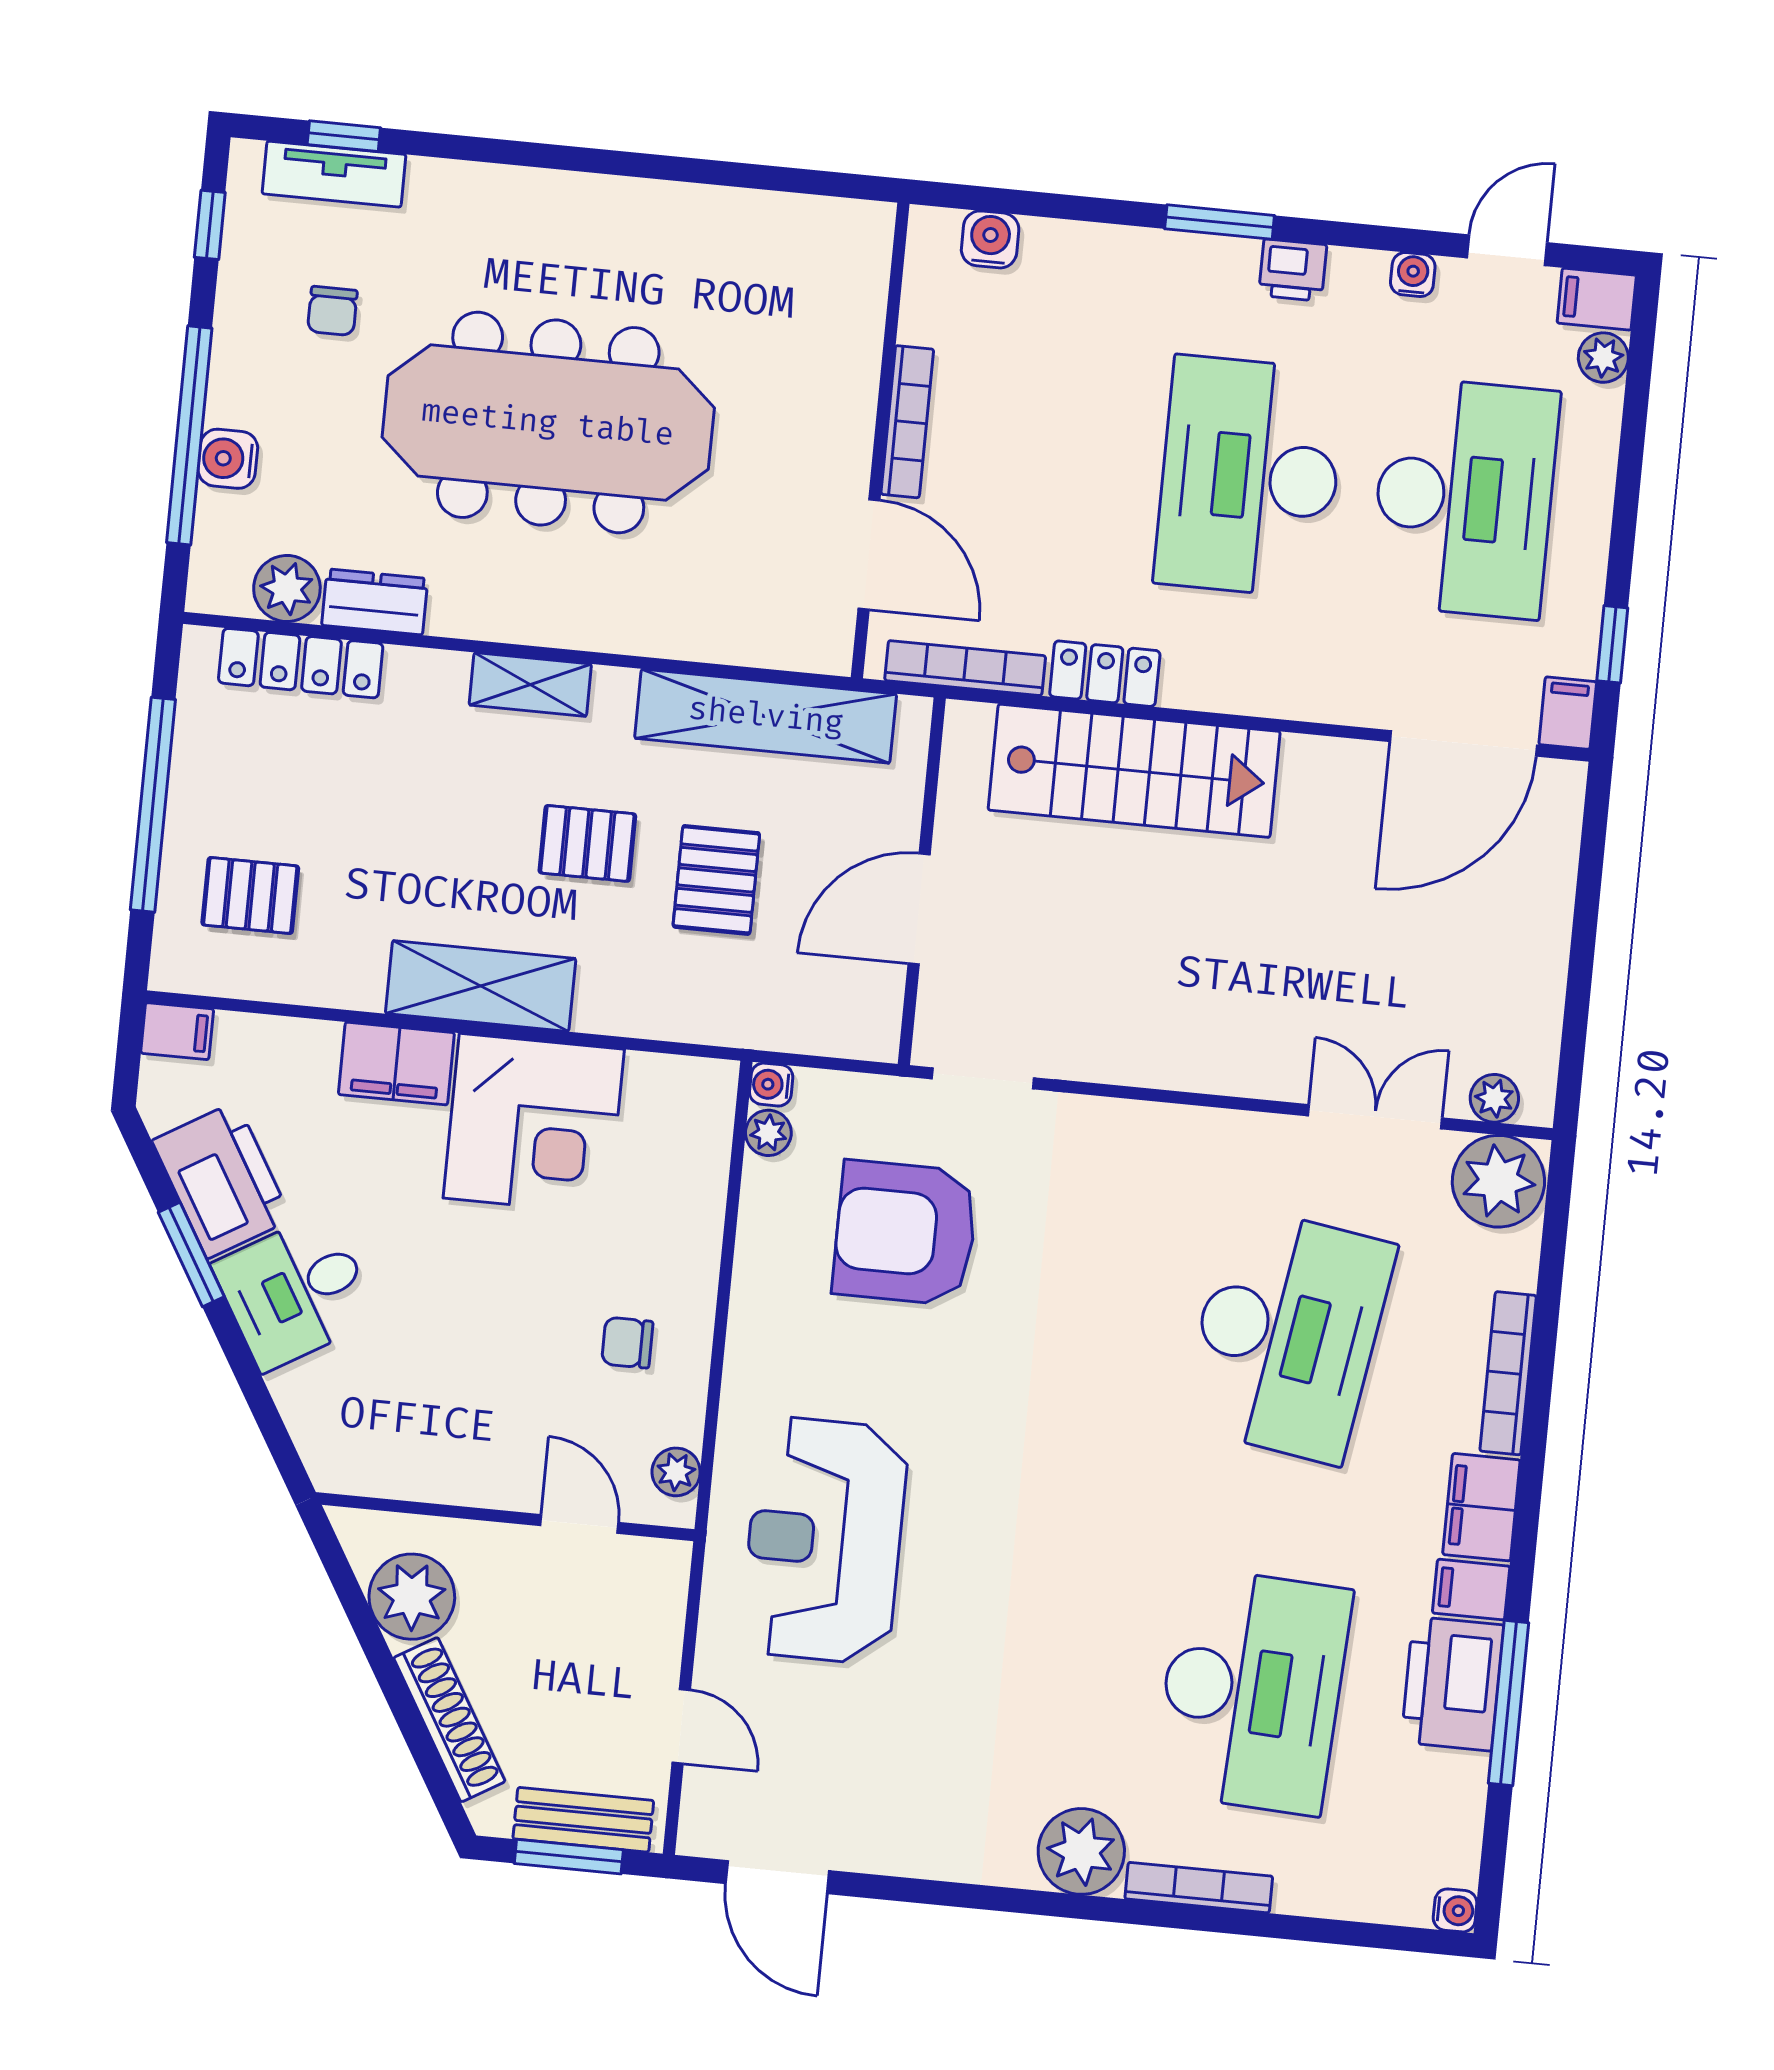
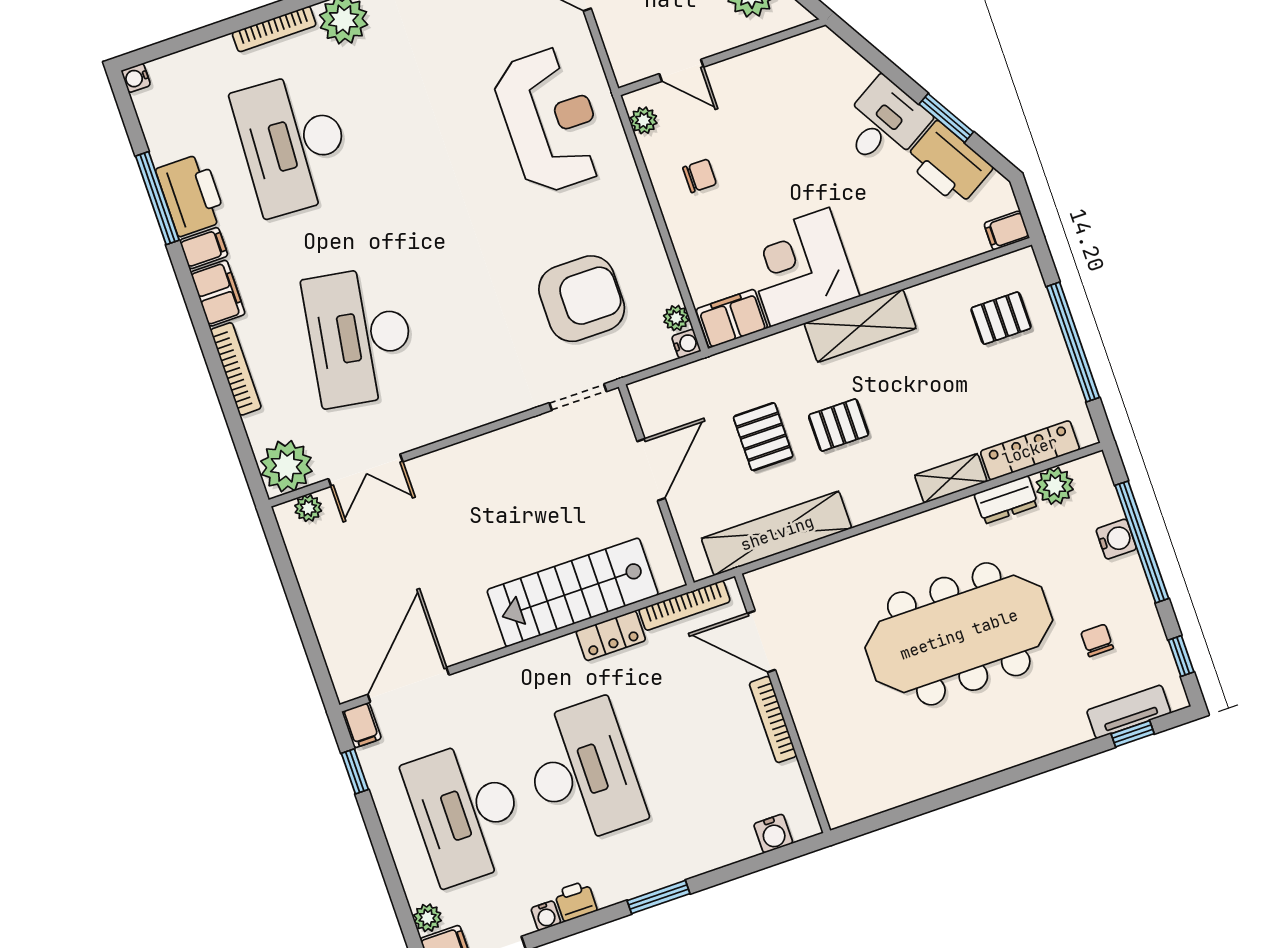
printer: (1293, 270) -> (576, 901), moved
shelving: (530, 685) -> (951, 478), moved
filing cabinet: (396, 1064) -> (732, 319), moved

